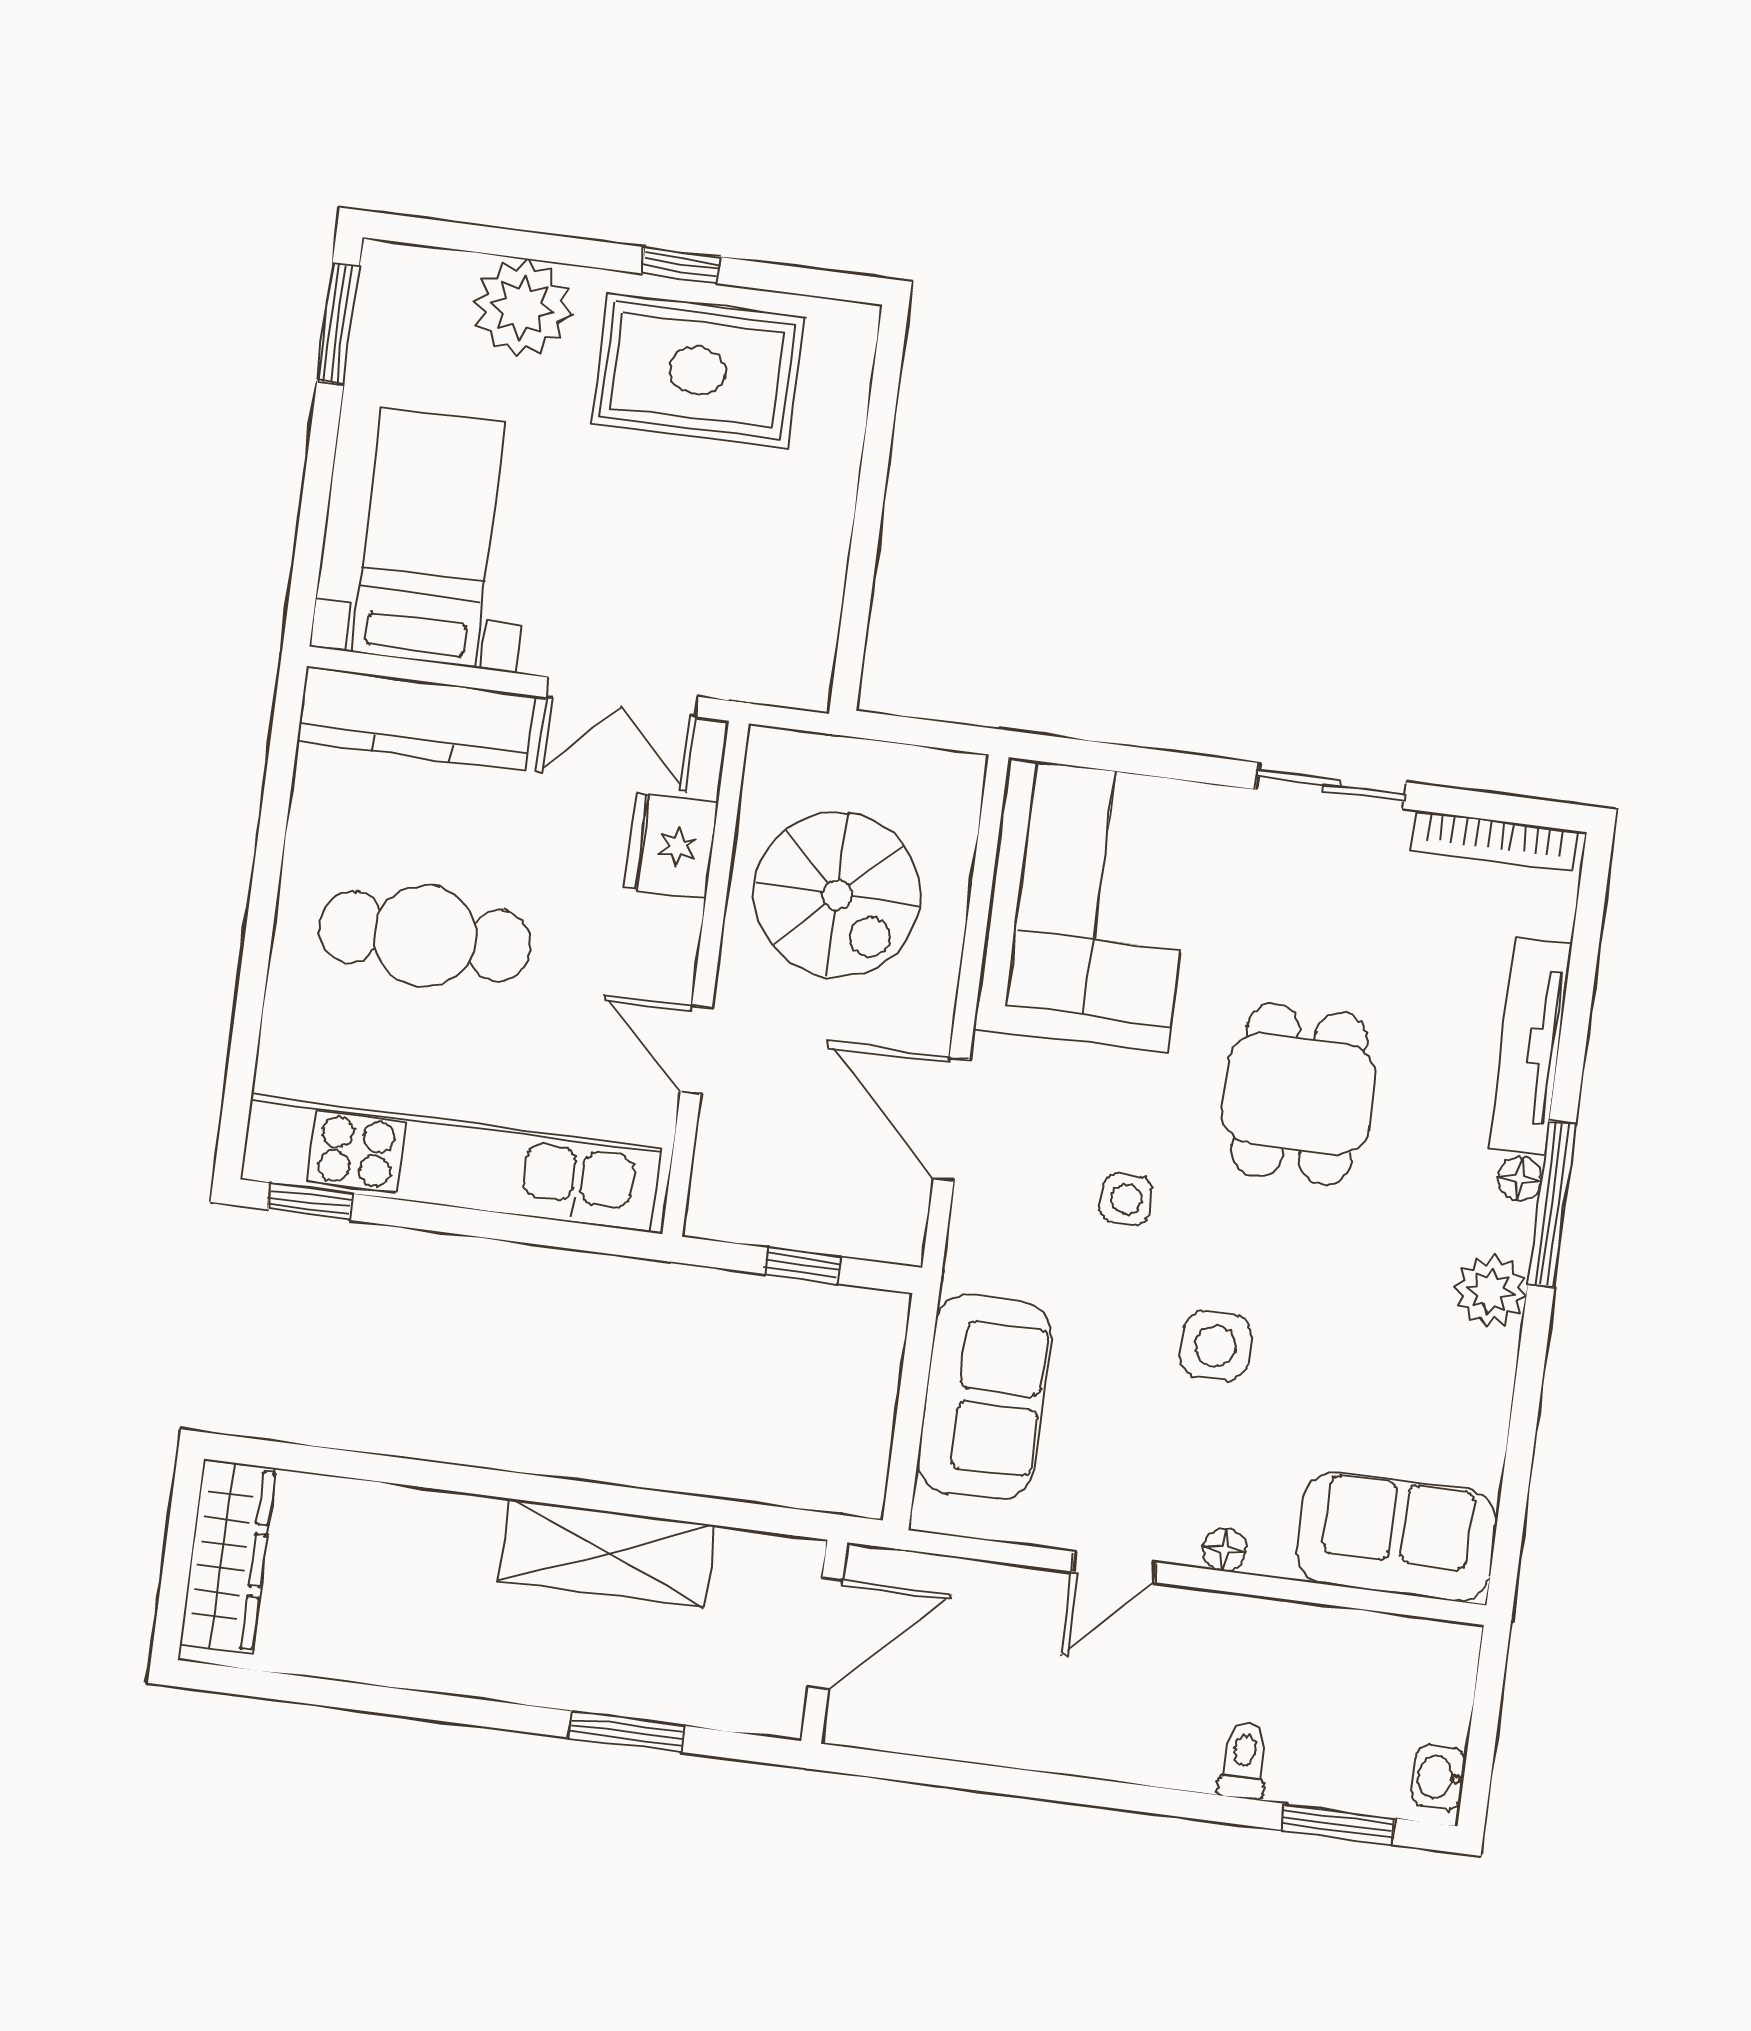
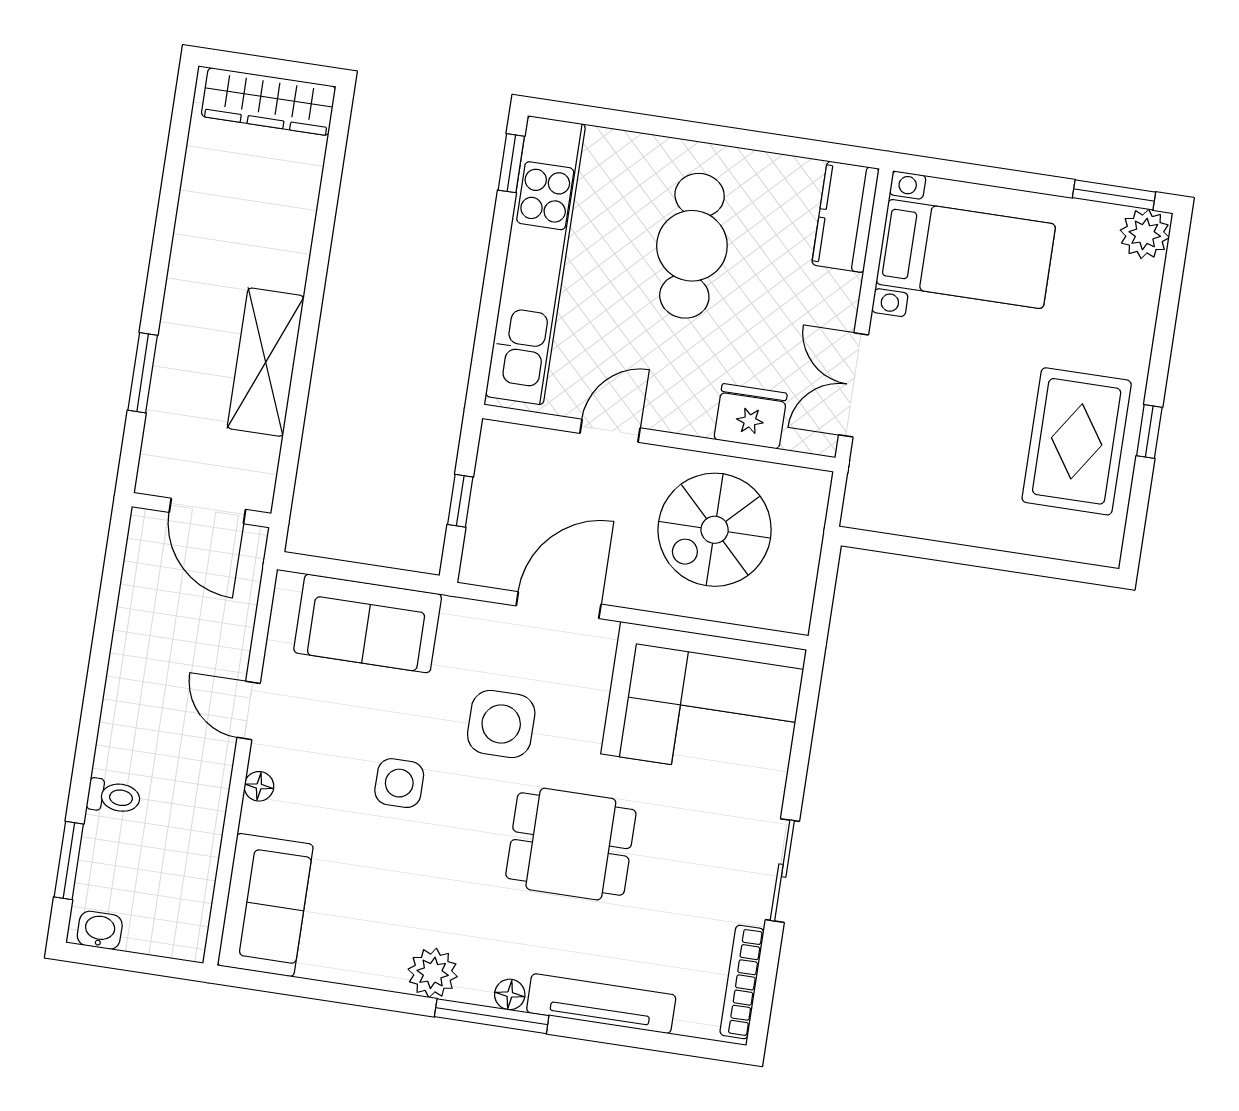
plant: (522, 308) -> (1145, 234), moved, width x0.73, depth x0.73
kitchen counter: (416, 719) -> (845, 217), width x0.67
side table: (1126, 1199) -> (501, 724), width x1.87, depth x1.87

